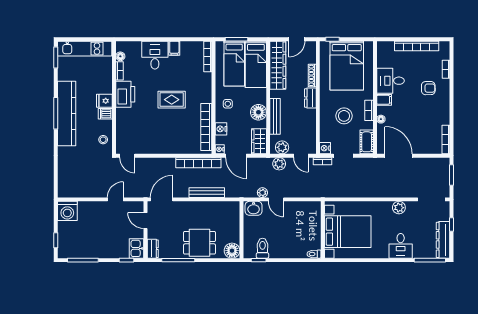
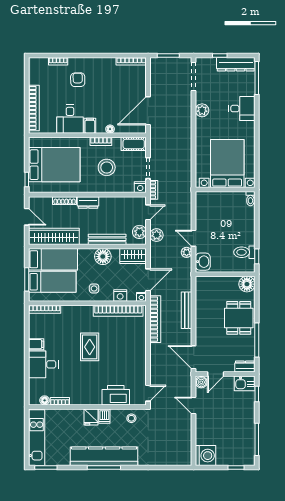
bookcase: (417, 46) -> (34, 108), moved
printer: (125, 94) -> (116, 395), moved
door: (276, 199) -> (194, 238), swing flipped
boiler: (138, 207) -> (201, 382), added

